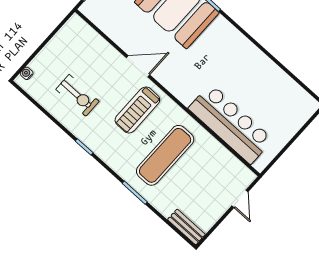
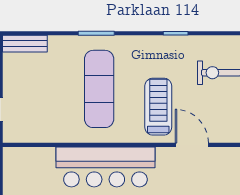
door: (138, 66) -> (192, 145), swing flipped
bar counter: (231, 124) -> (105, 167), moved

